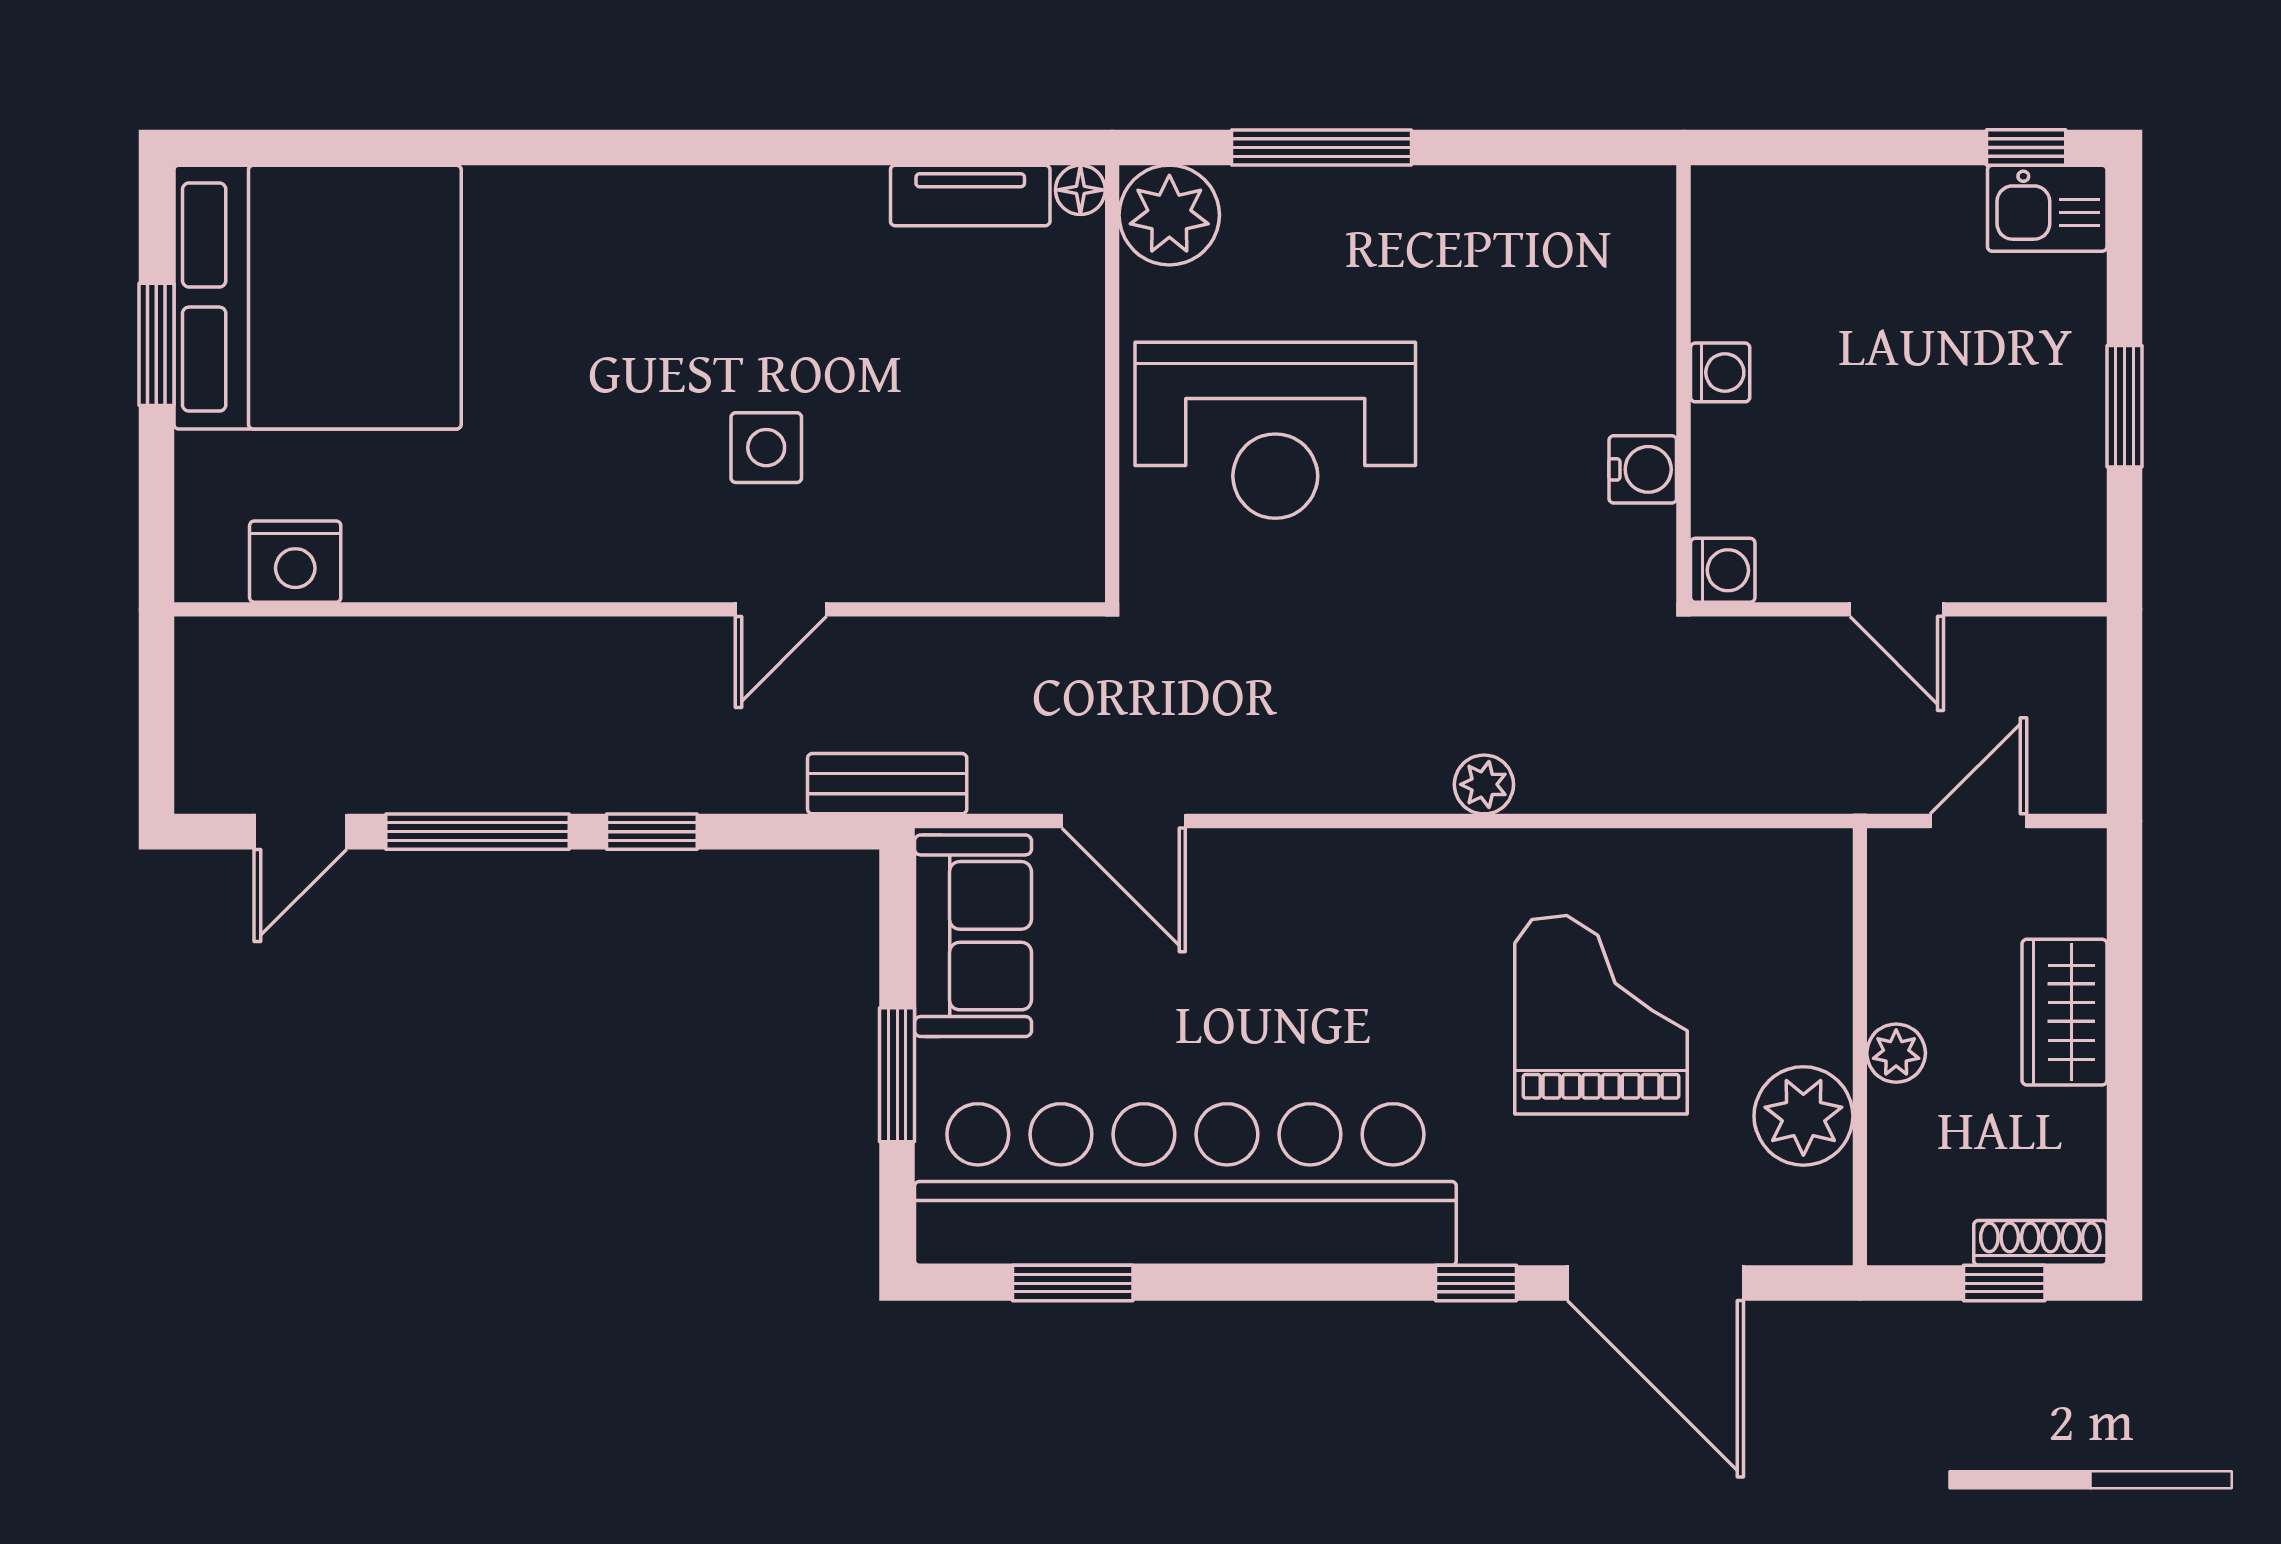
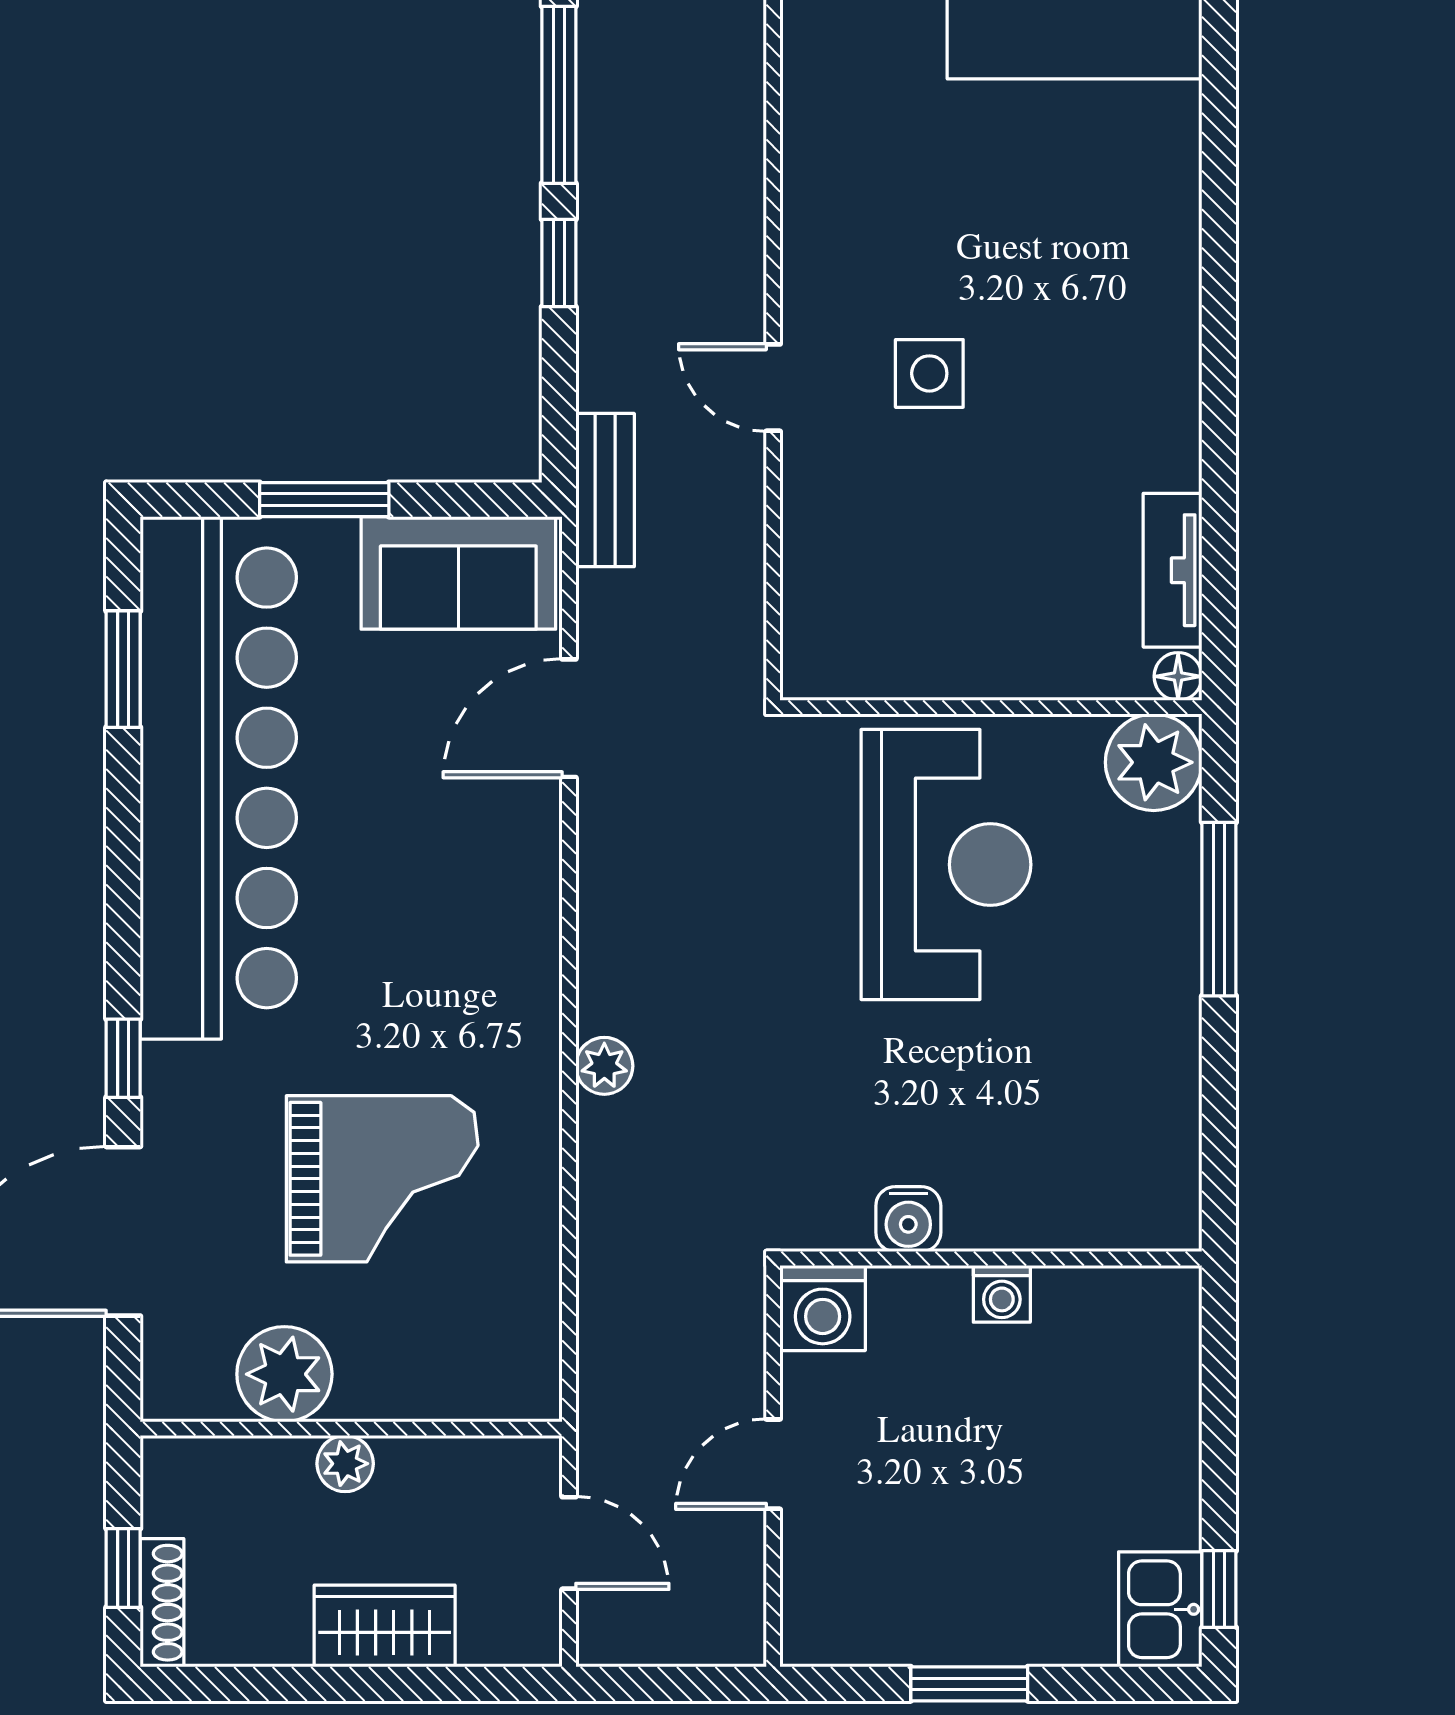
reception desk: (1275, 430) -> (946, 865), turned 180
washing machine: (1723, 570) -> (823, 1308), width x1.38, depth x1.38

